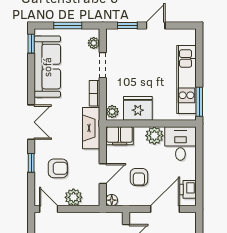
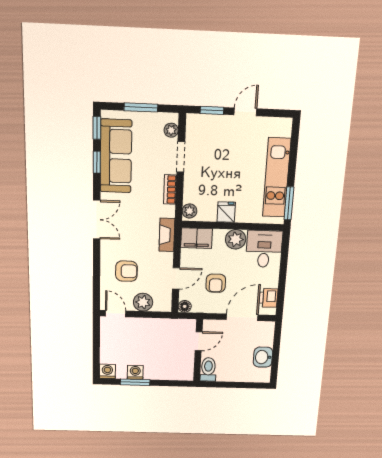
fridge: (138, 108) -> (226, 212), width x0.53, depth x0.75
fireplace: (91, 128) -> (167, 235), width x0.73, depth x0.76
window: (31, 163) -> (97, 162), moved

